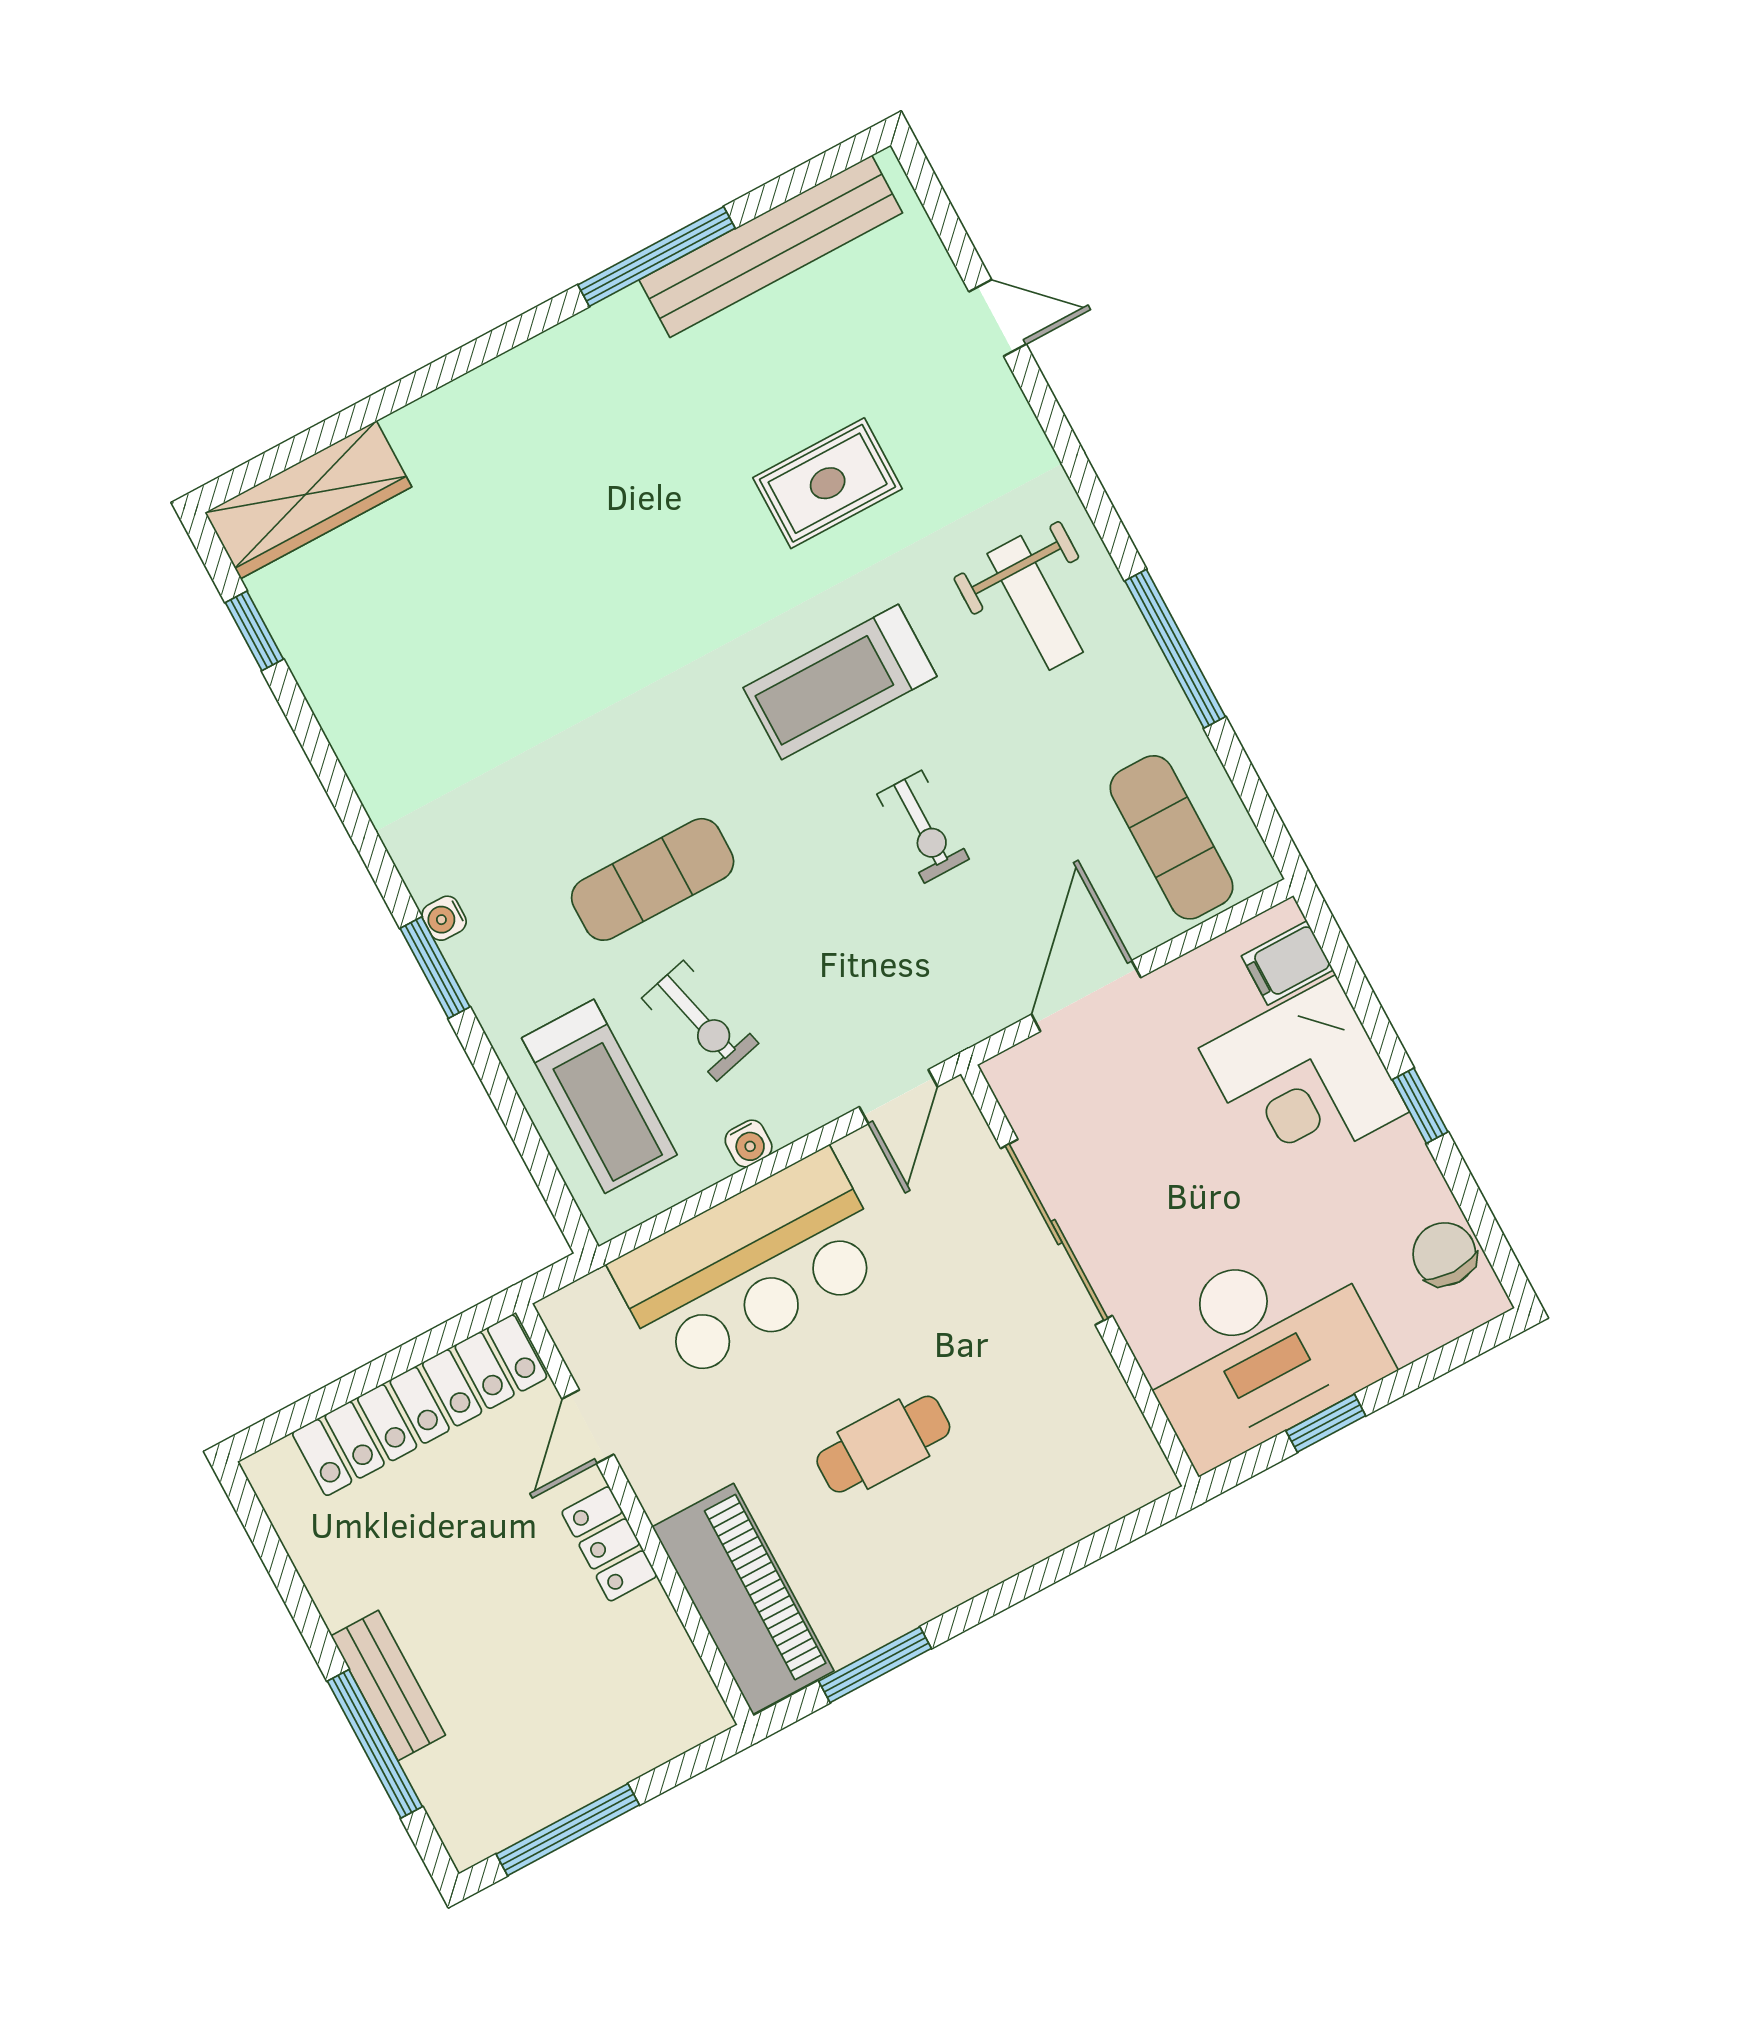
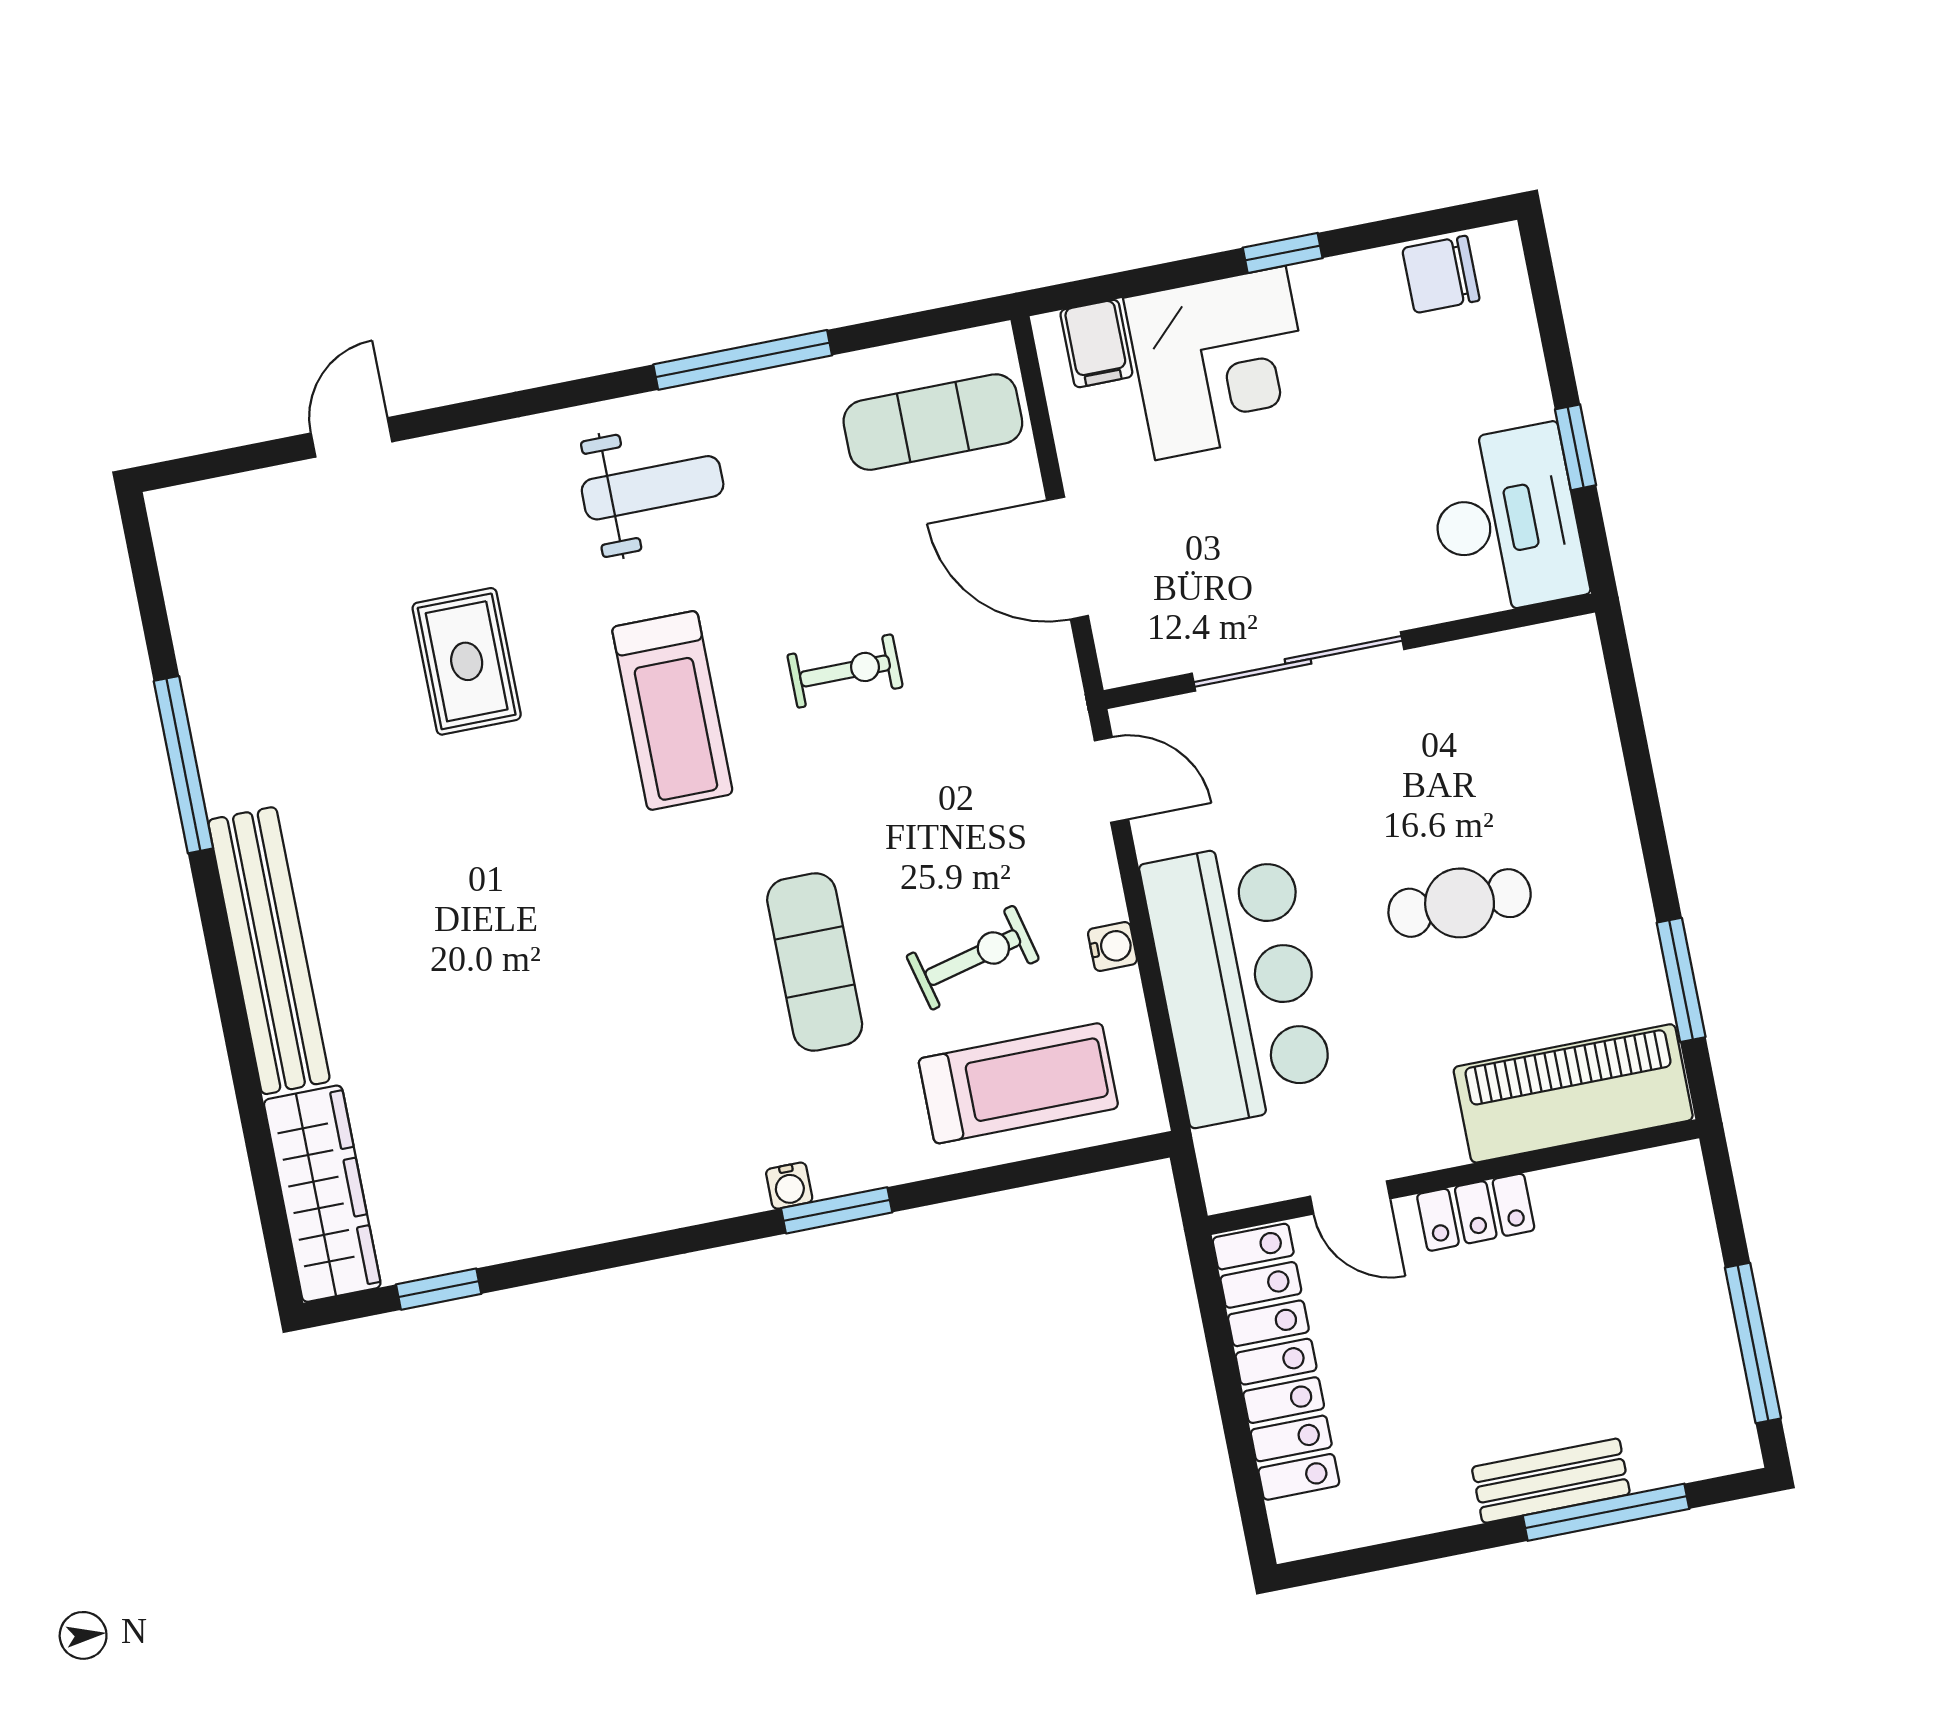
bench: (771, 246) -> (269, 951), moved
desk: (1258, 1349) -> (1506, 520), width x0.73, depth x0.77
cafe table: (883, 1444) -> (1460, 903), turned 90

